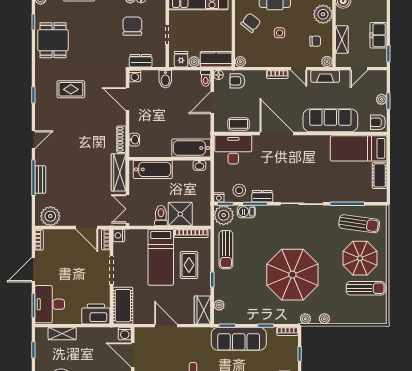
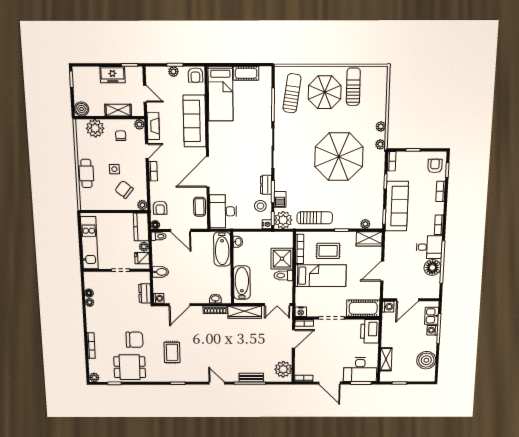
chair: (251, 23) -> (124, 190), moved
chair: (132, 26) -> (134, 340), moved, turned 180

